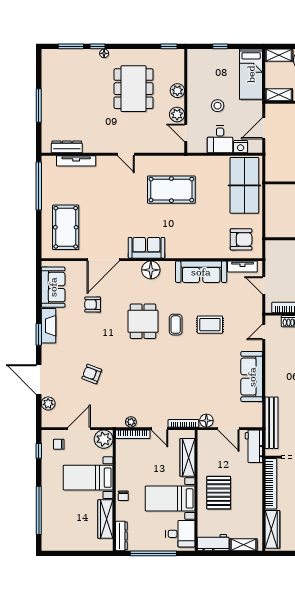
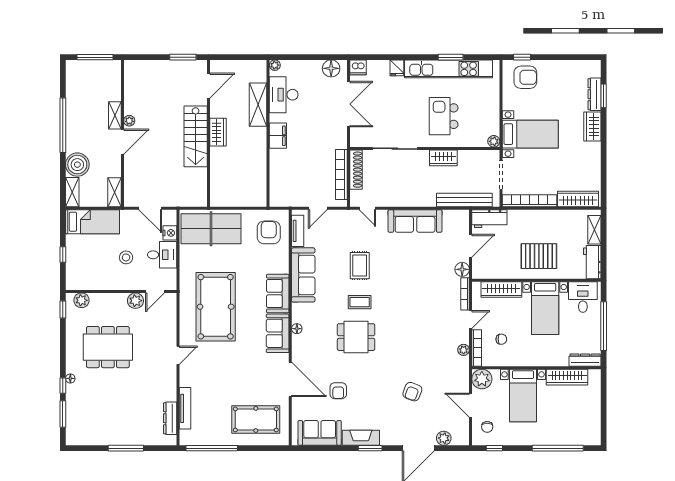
plant: (177, 91) -> (81, 300), moved
pool table: (171, 190) -> (216, 307), width x1.36, depth x1.32
sofa: (184, 248) -> (278, 294), added
floor lamp: (151, 270) -> (297, 329), width x0.53, depth x0.53
chair: (123, 496) -> (501, 339), moved

